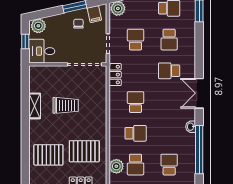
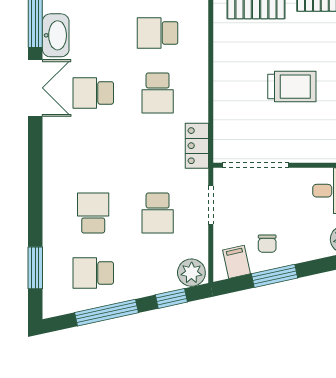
school desk: (169, 71) -> (93, 93), moved, turned 180
double door: (199, 93) -> (35, 88), moved
trolley: (66, 105) -> (292, 87), turned 180
washbasin: (191, 127) -> (56, 35), width x1.91, depth x1.45

